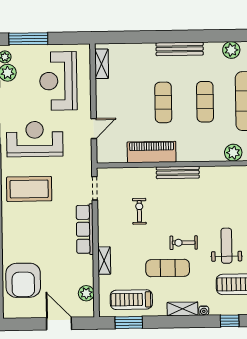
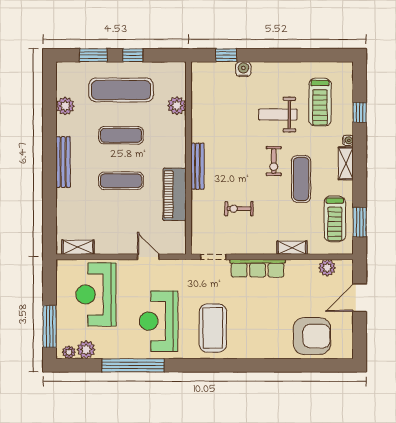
reception desk: (58, 81) -> (96, 294), turned 90

